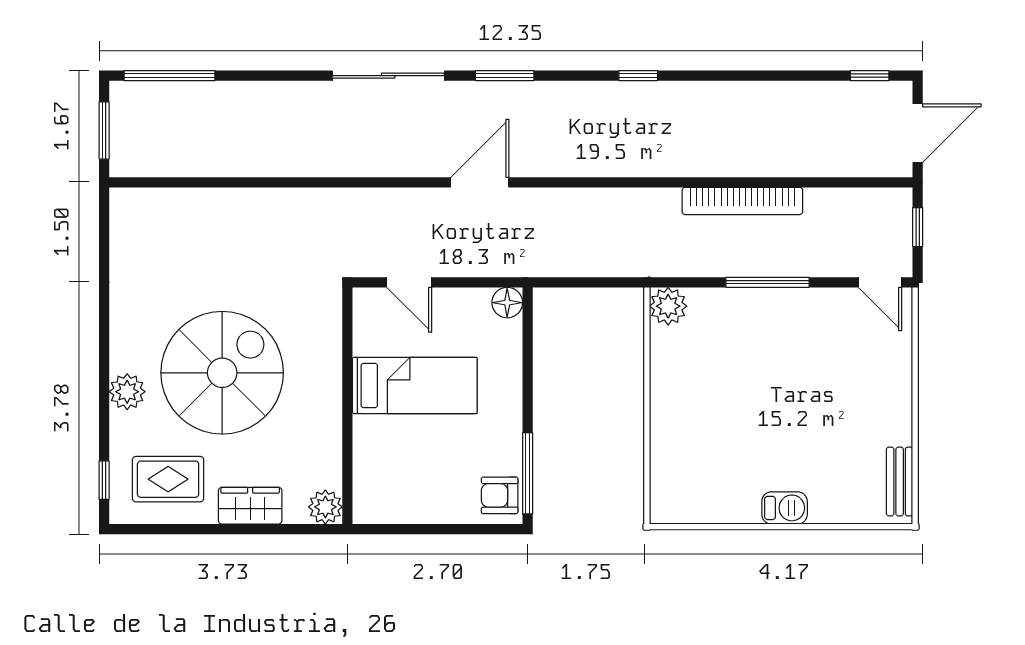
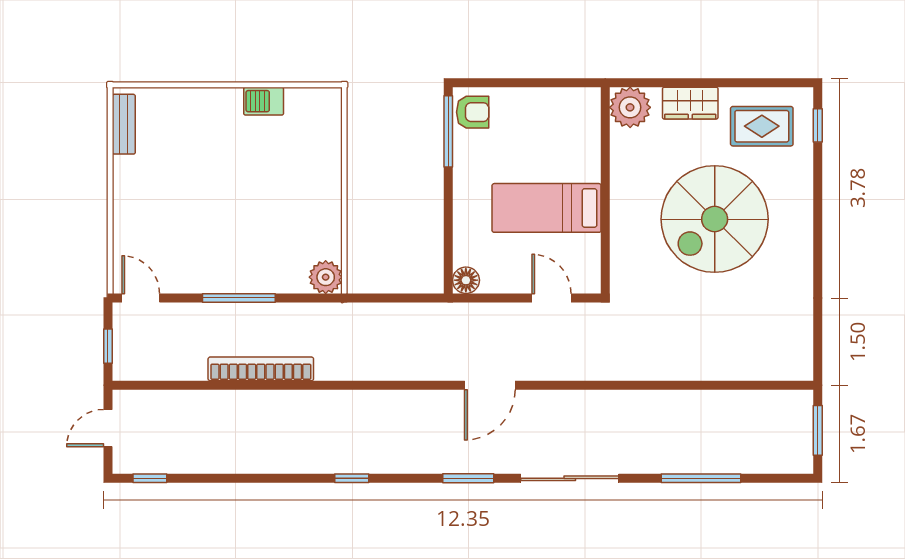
window: (169, 76) -> (701, 478), moved
door: (918, 133) -> (108, 428), width x0.73
plant: (127, 392) -> (798, 203), removed
plant: (325, 507) -> (630, 107), width x1.36, depth x1.36
barbecue: (785, 508) -> (264, 101), moved

